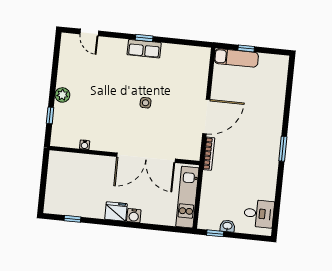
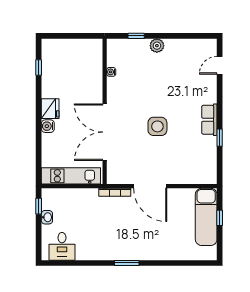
window: (144, 38) -> (220, 138), moved
exam couch: (236, 58) -> (206, 217), width x1.36, depth x1.45
side table: (146, 103) -> (157, 126), width x1.87, depth x1.87

